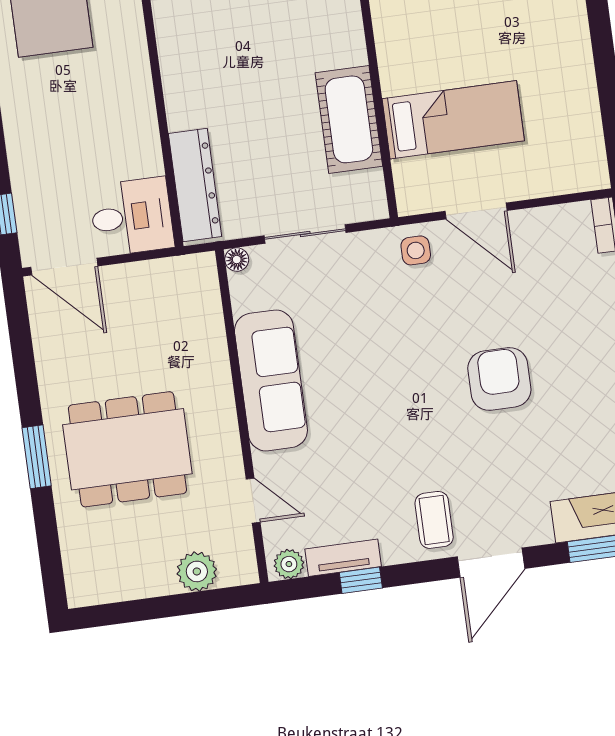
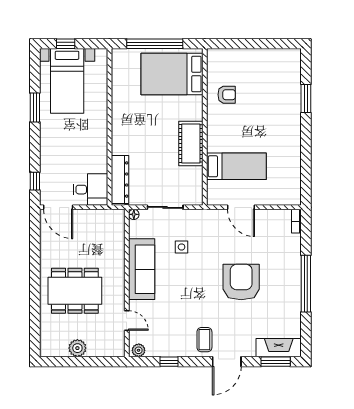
cot: (349, 119) -> (191, 143), moved
side table: (416, 250) -> (182, 247), moved
armchair: (499, 379) -> (241, 282), width x1.36, depth x1.36
window: (37, 457) -> (35, 289), removed
tv unit: (343, 558) -> (163, 351), removed
plant: (197, 571) -> (77, 348), moved

